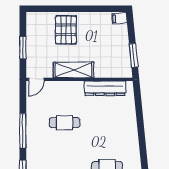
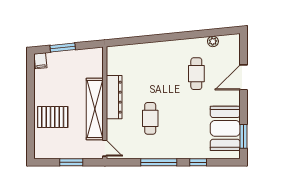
window: (134, 55) -> (63, 48), moved
shelving: (74, 70) -> (95, 109), width x1.47
dresser: (105, 88) -> (114, 97), moved

